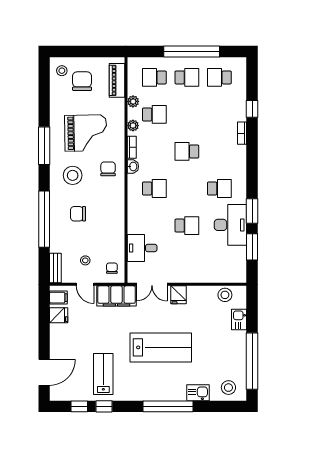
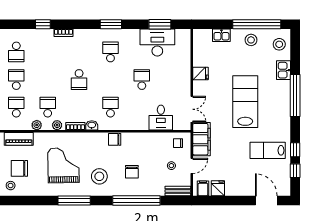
school desk: (154, 77) -> (16, 107), turned 180
chair: (108, 169) -> (115, 139), moved
window: (252, 211) -> (111, 24), moved
desk: (230, 225) -> (157, 43), moved
fridge: (178, 295) -> (201, 73), moved
stool: (225, 295) -> (251, 40), moved

